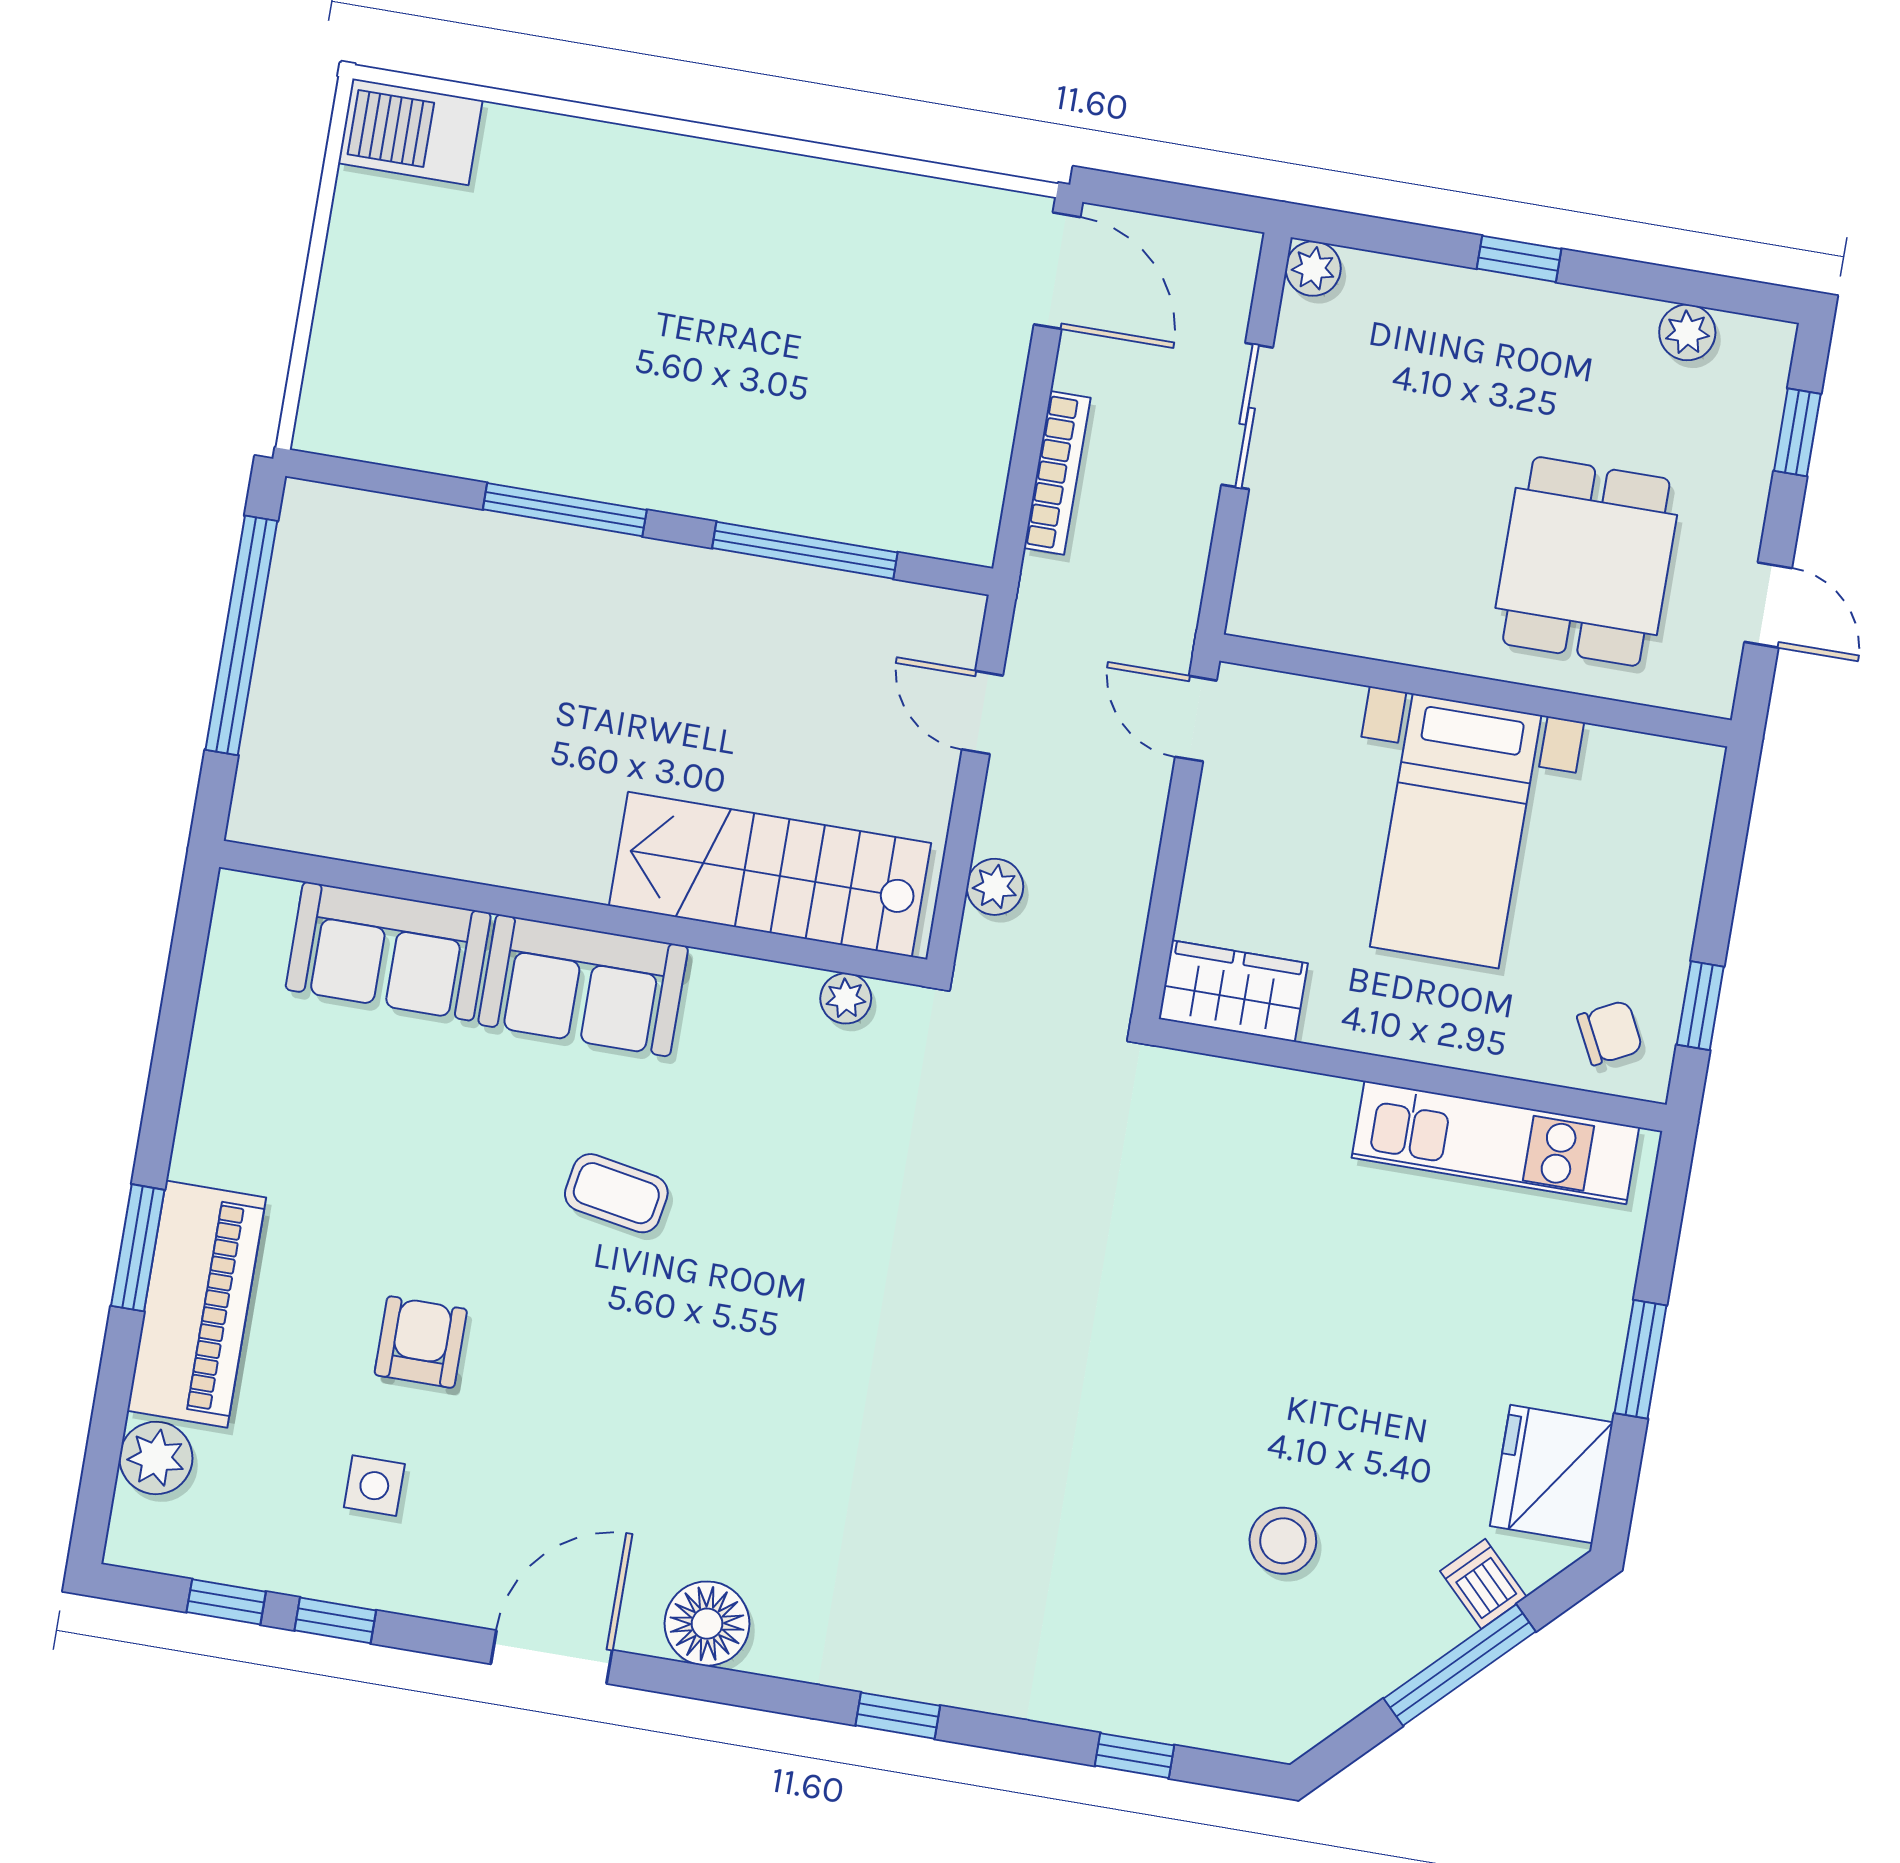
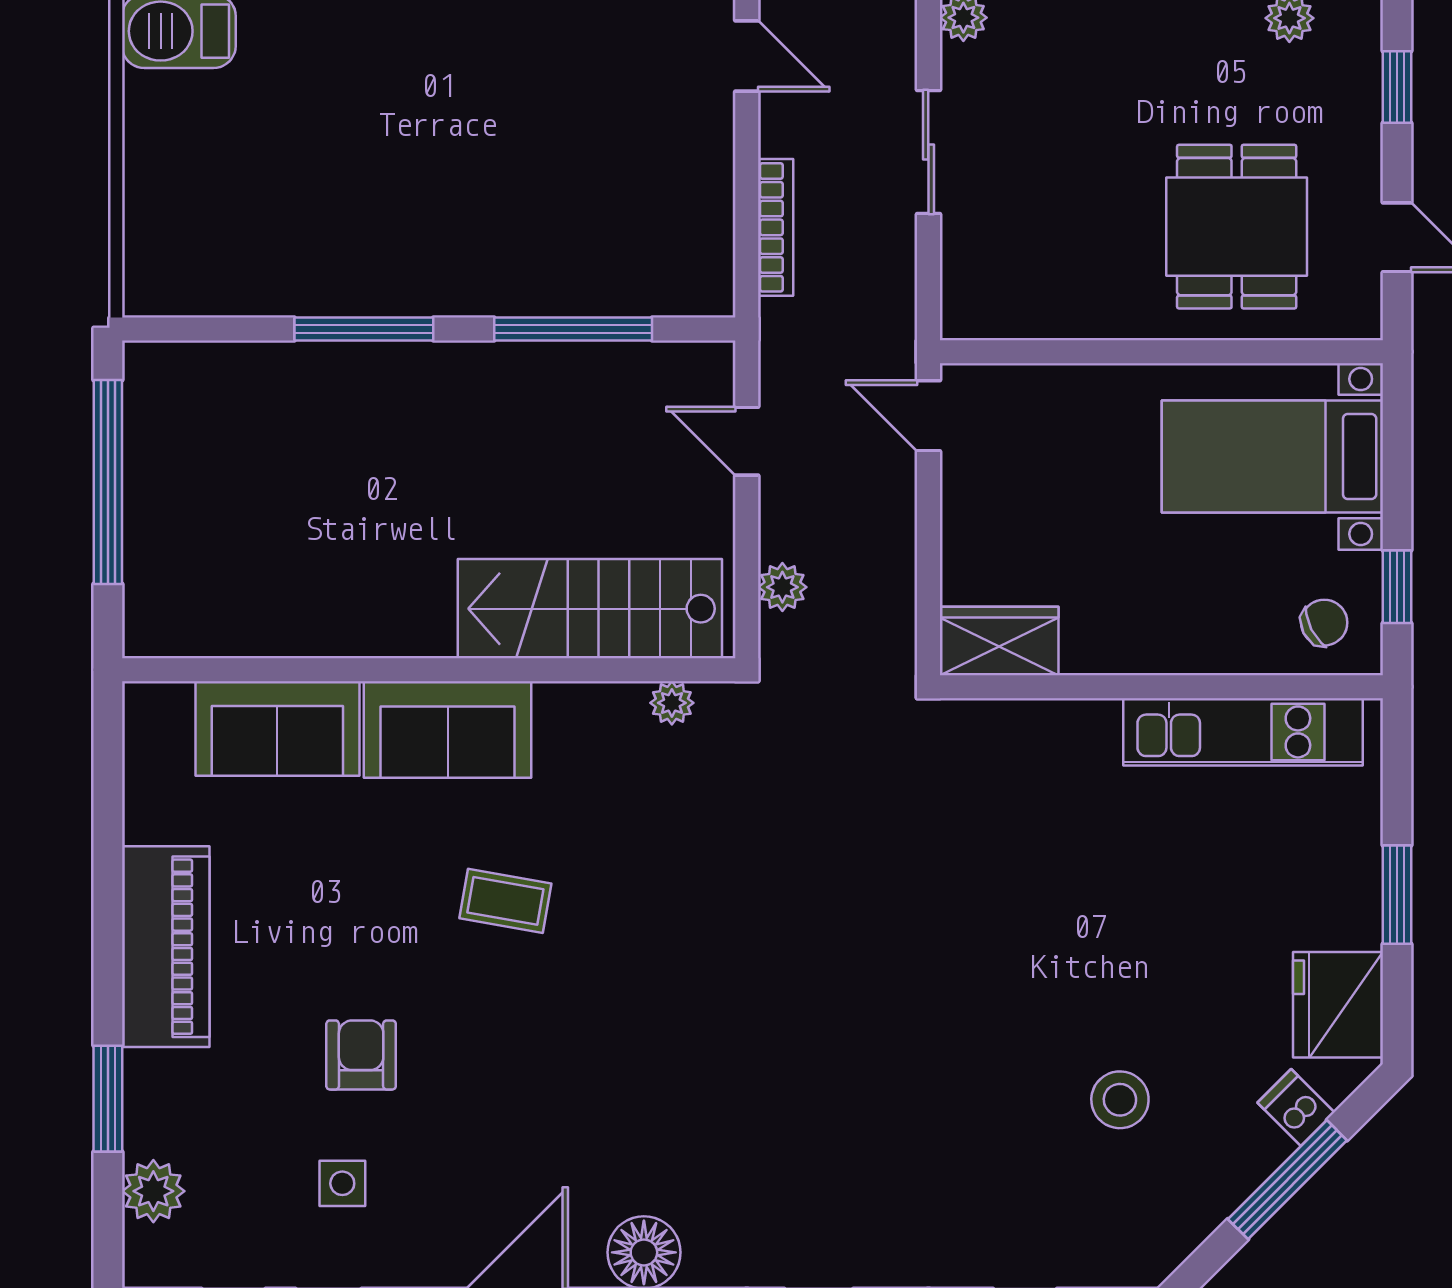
door: (1057, 271) -> (747, 56), width x0.73
bed with nightstands: (1456, 831) -> (1272, 456), moved, turned 90
window: (138, 1248) -> (108, 1099), moved
piano: (197, 1304) -> (166, 947), moved

